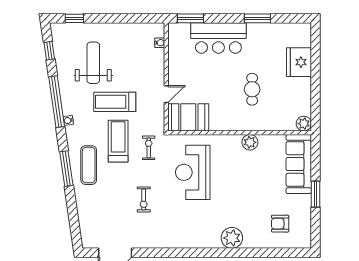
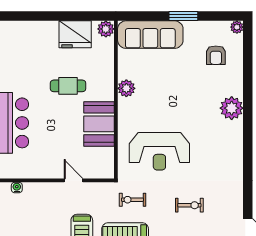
fridge: (299, 62) -> (75, 34), moved
booth: (188, 117) -> (99, 124), moved
plant: (306, 243) -> (237, 27), added

